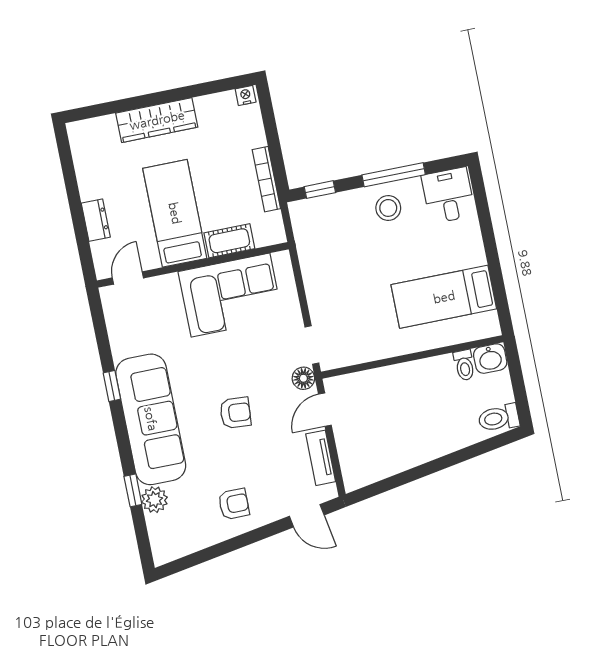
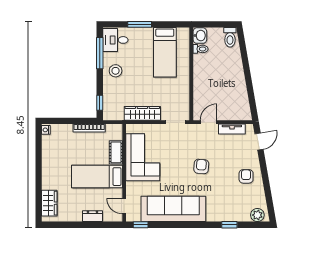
wardrobe: (157, 120) -> (49, 203), moved, width x0.67
window: (394, 175) -> (100, 53), moved
window: (488, 237) -> (140, 24), added
wardrobe: (316, 277) -> (142, 113), added
floor lamp: (303, 378) -> (191, 130), removed
window: (112, 386) -> (141, 225), moved
door: (325, 410) -> (209, 122), swing flipped
sofa: (151, 419) -> (173, 209), moved
plant: (154, 500) -> (257, 215), moved

